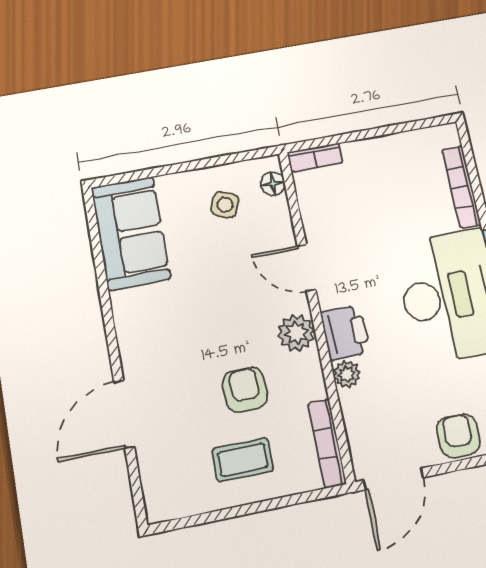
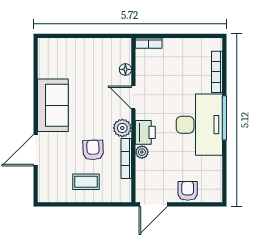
floor lamp: (273, 184) -> (125, 69), moved
side table: (225, 205) -> (100, 59), removed
sofa: (131, 233) -> (53, 105), moved
bookcase: (327, 443) -> (126, 159), moved

